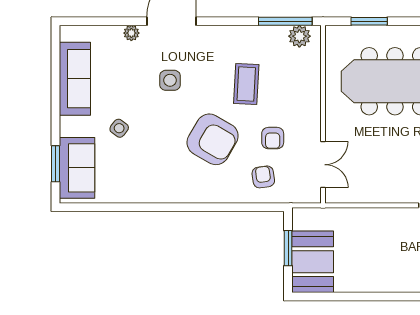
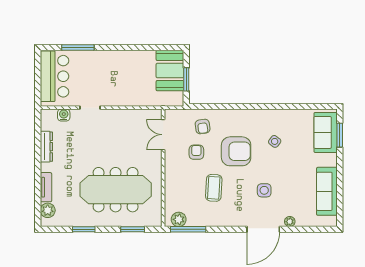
side table: (119, 128) -> (275, 141), moved
armchair: (213, 139) -> (236, 151), turned 150

